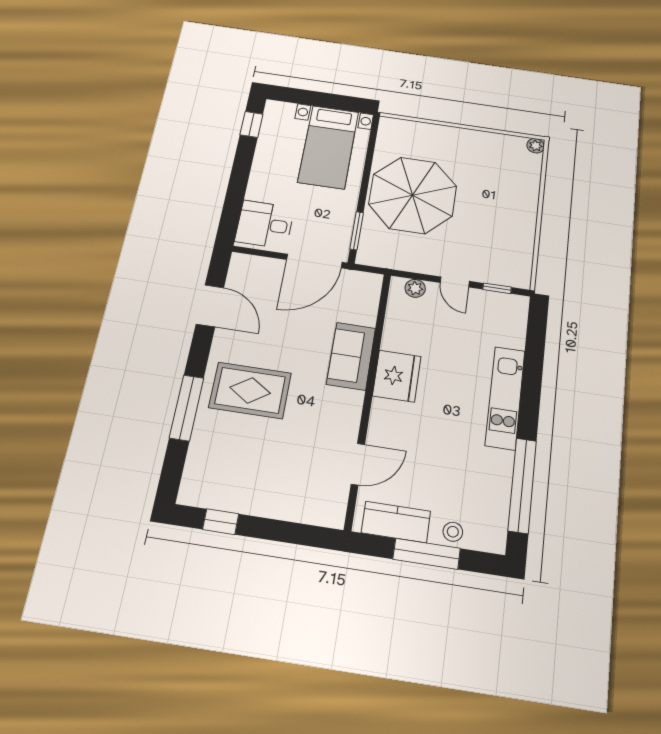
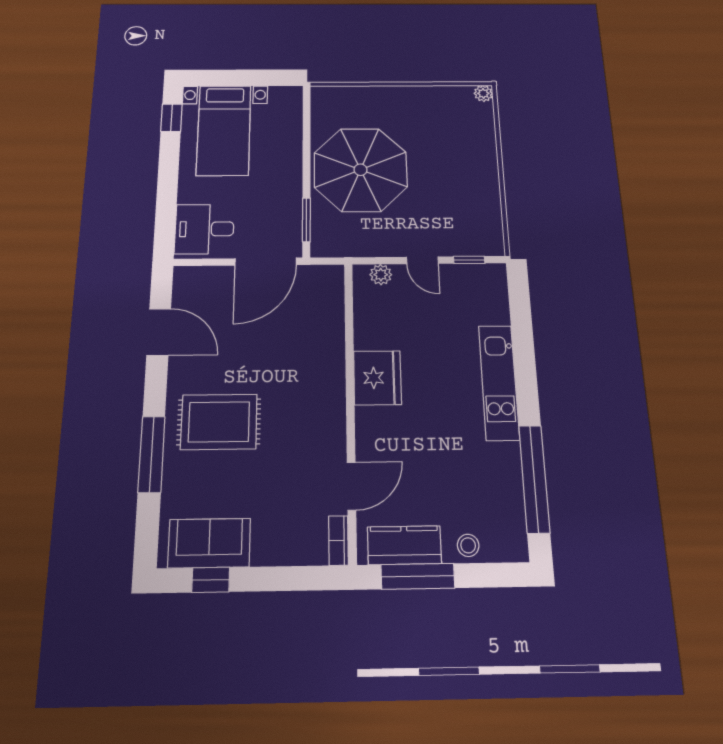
bed with nightstands: (328, 147) -> (224, 130), moved
sofa: (351, 356) -> (209, 543), moved, turned 90
bookcase: (338, 508) -> (338, 540), added
window: (427, 554) -> (418, 576), moved

